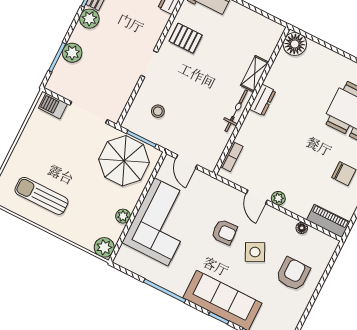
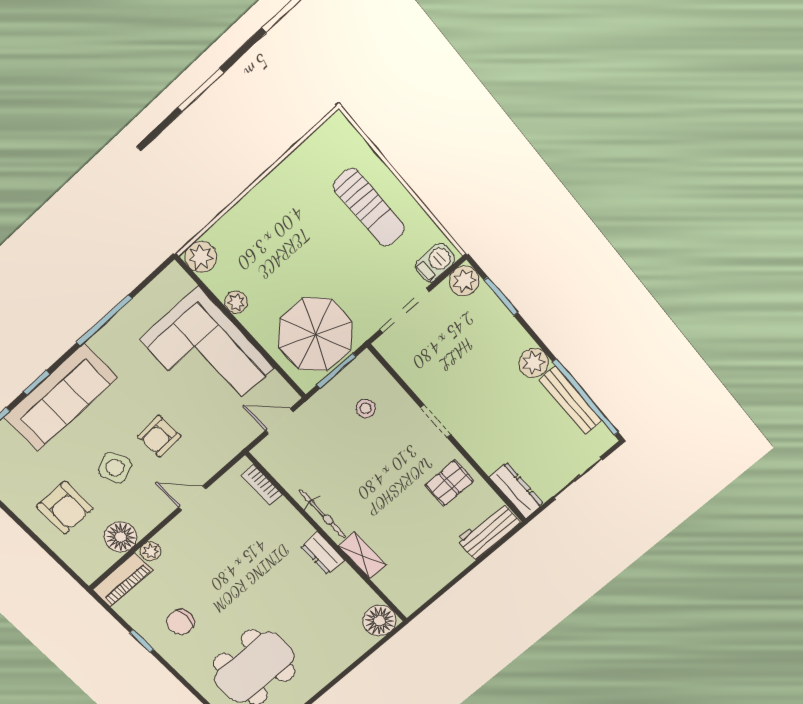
plant: (72, 53) -> (464, 281), moved
sun lounger: (41, 196) -> (369, 207), moved, turned 90
plant: (278, 198) -> (151, 551), moved
floor lamp: (302, 228) -> (121, 537), width x1.89, depth x1.89

